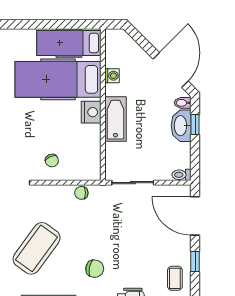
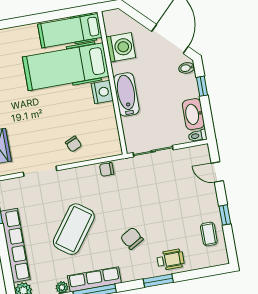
washing machine: (112, 76) -> (121, 47), width x1.89, depth x1.89
washbasin: (181, 126) -> (193, 114), moved
door: (195, 216) -> (217, 172), width x0.53
chair: (95, 269) -> (132, 238), turned -131

